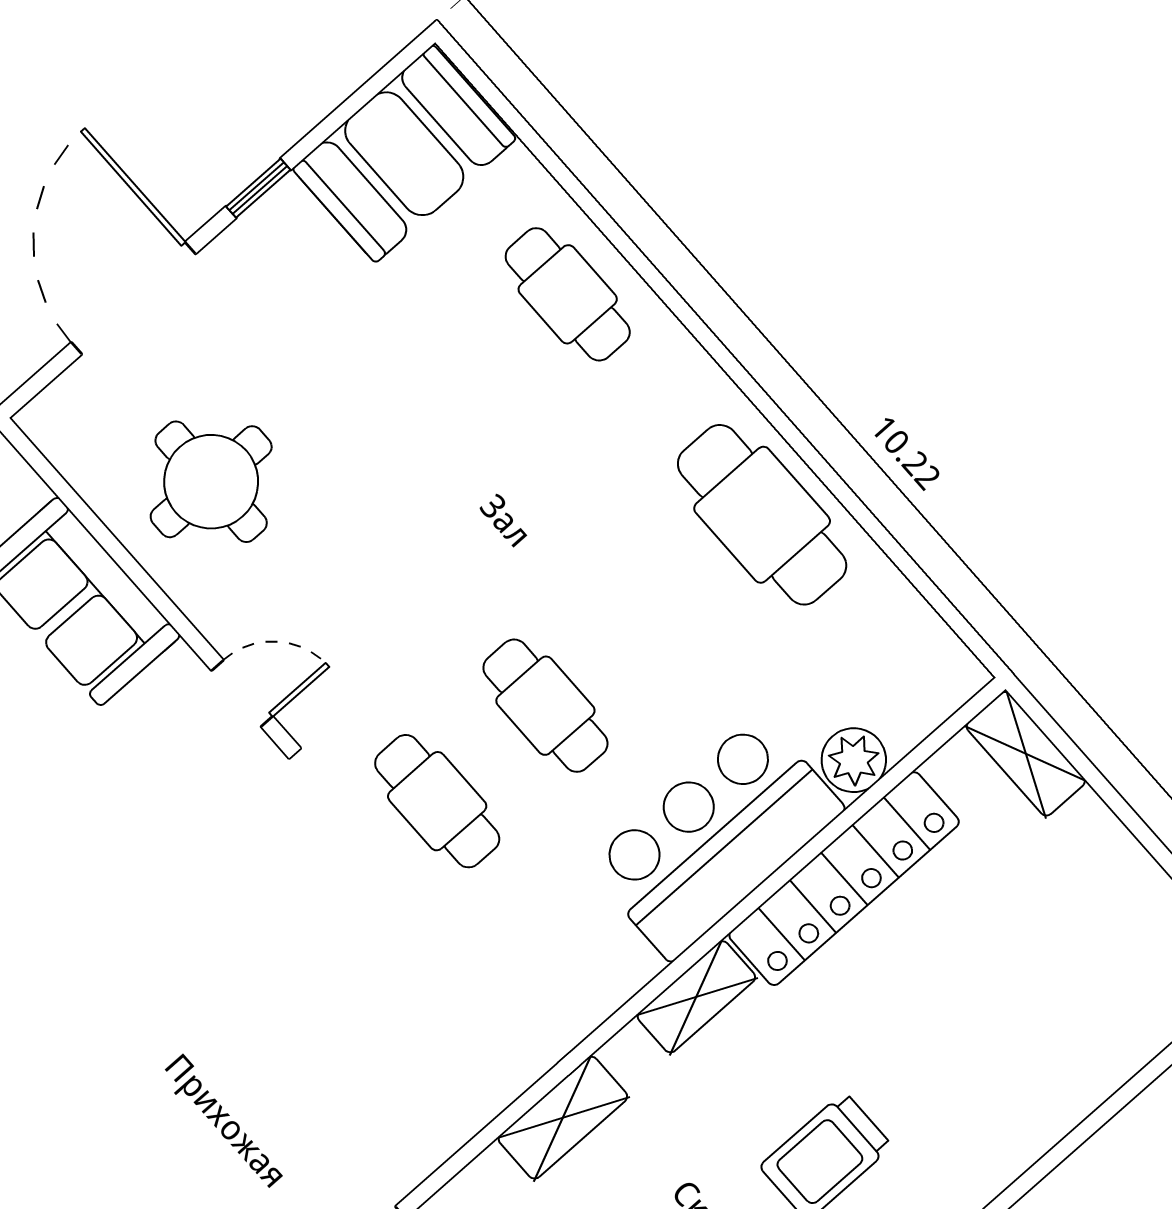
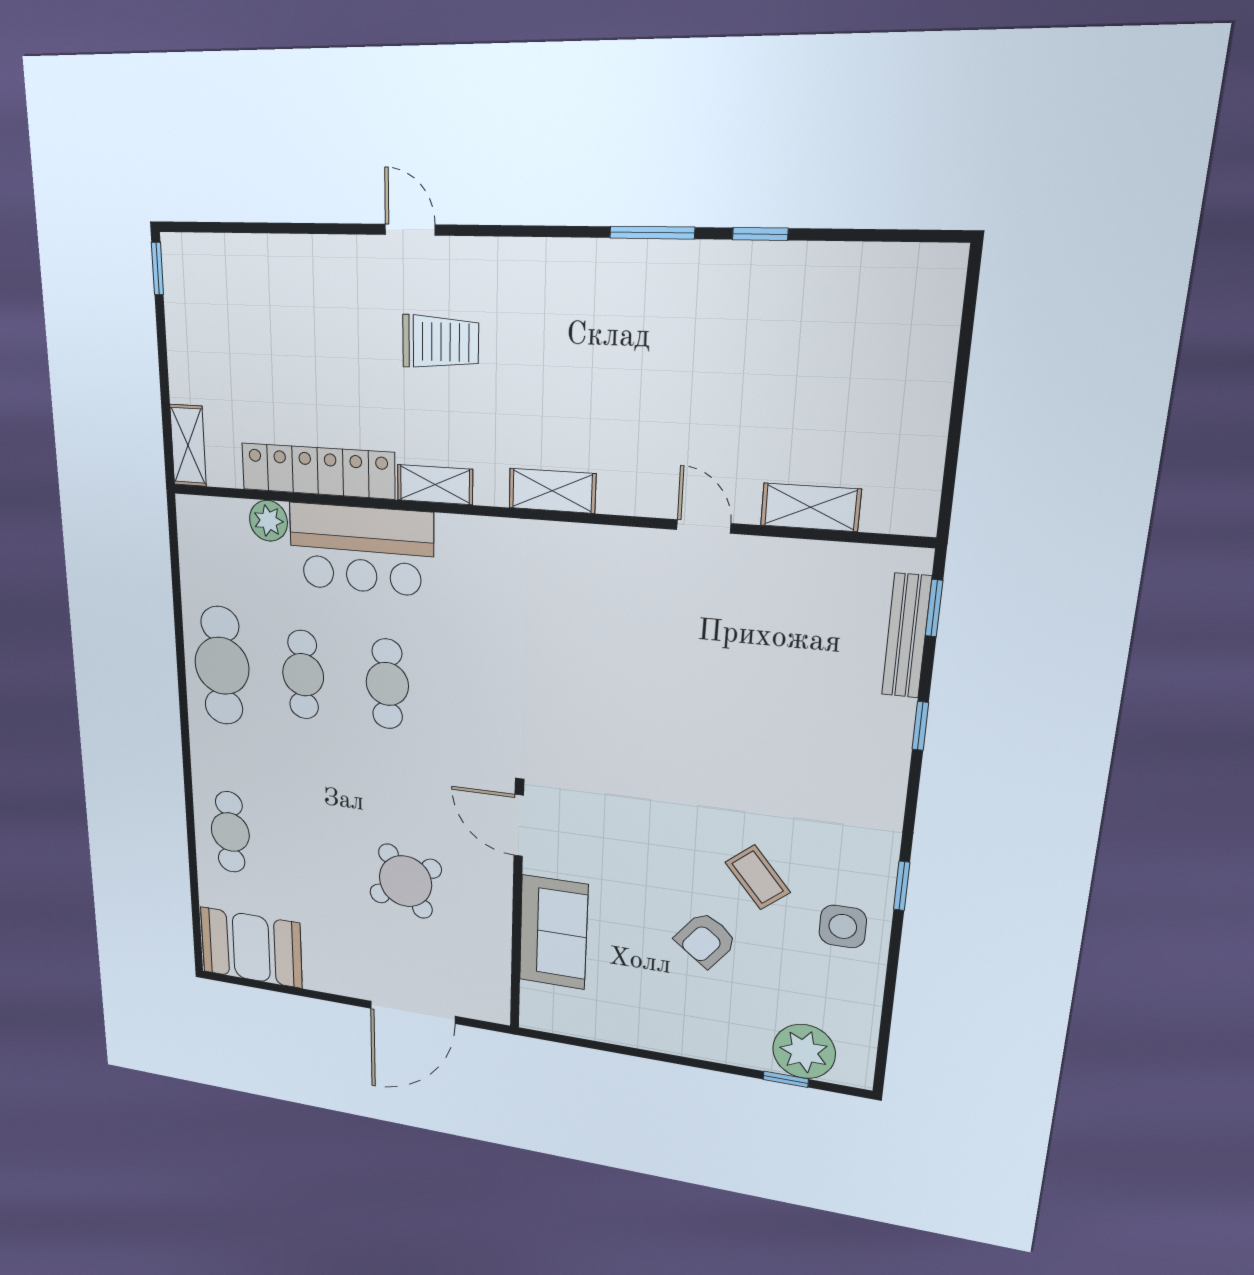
window: (258, 188) -> (322, 996), removed
round table: (211, 482) -> (405, 881), moved, turned -33
door: (242, 693) -> (519, 825), width x1.38
cafe table: (437, 801) -> (303, 675), moved

